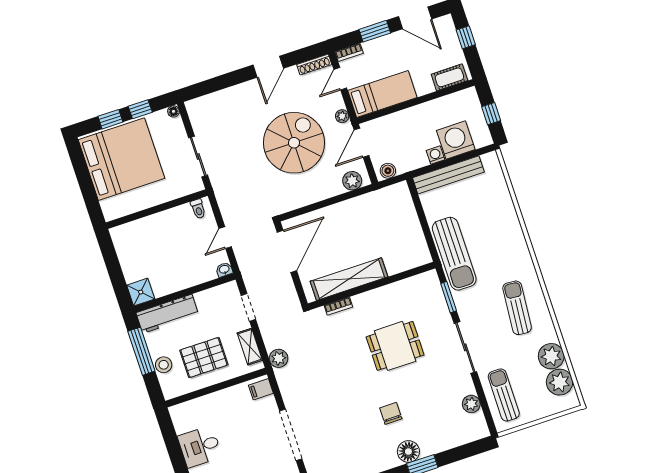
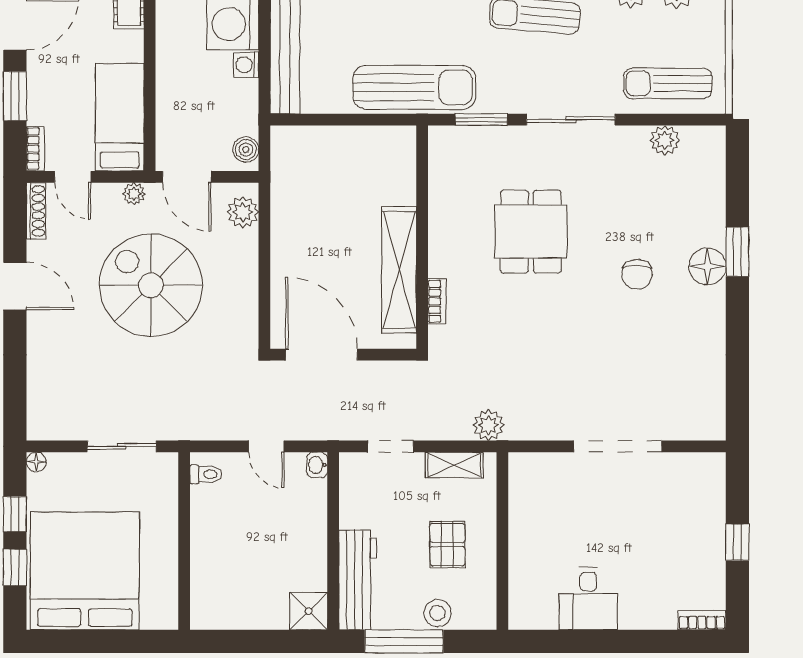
pallet: (204, 358) -> (447, 545), width x0.67, depth x0.71
filing cabinet: (261, 389) -> (529, 470), removed
chair: (391, 413) -> (637, 274), turned -90

